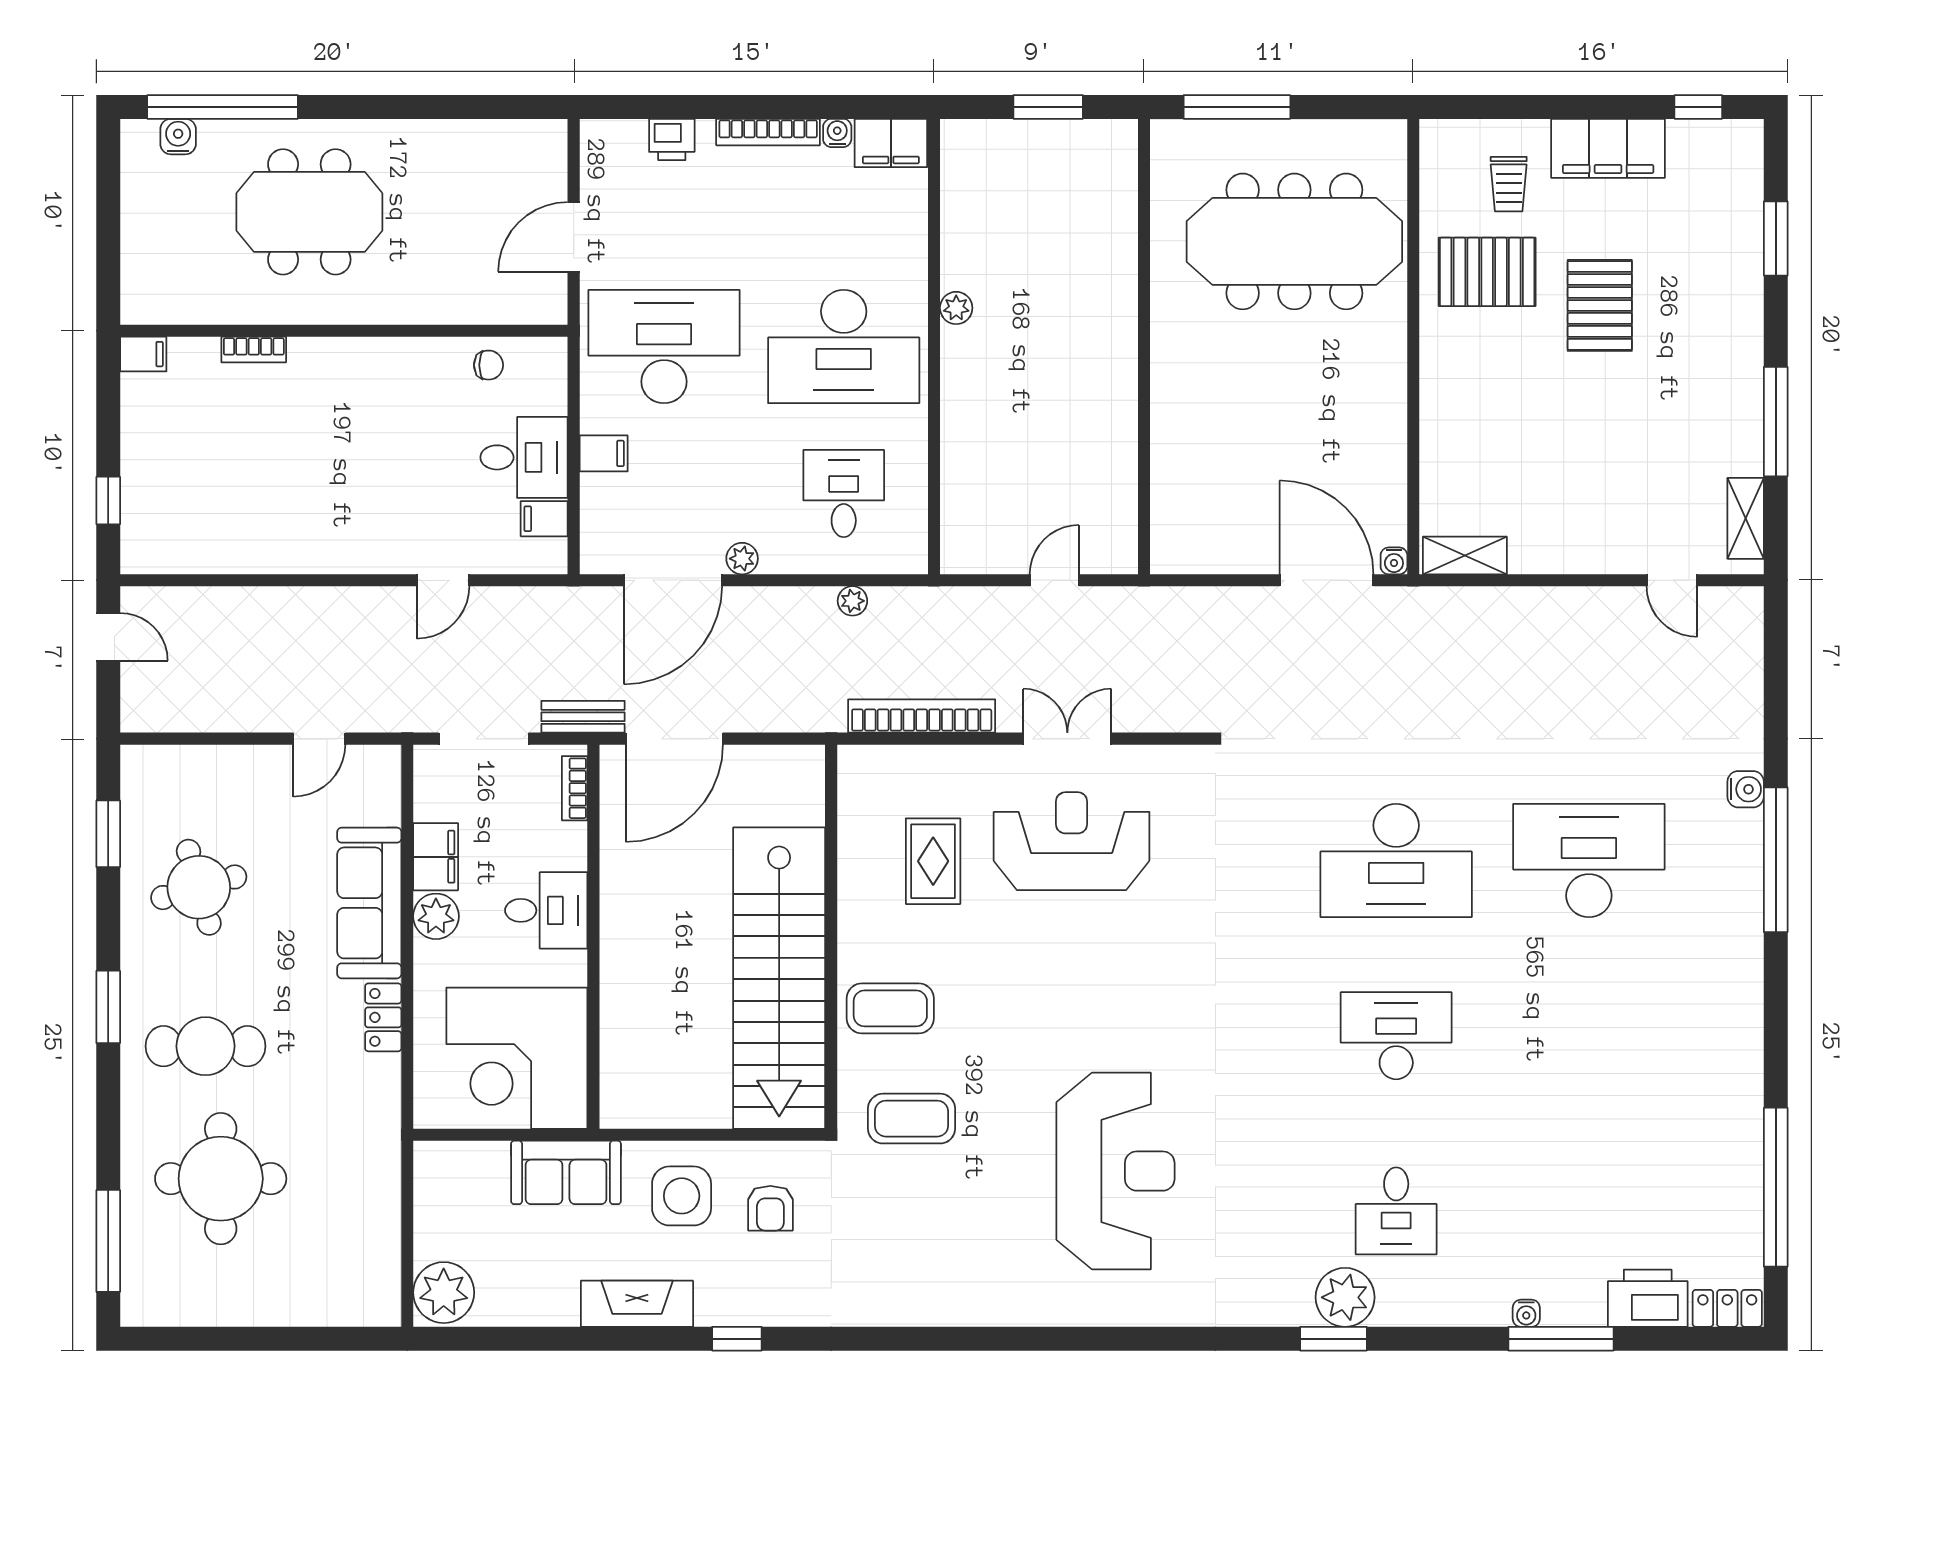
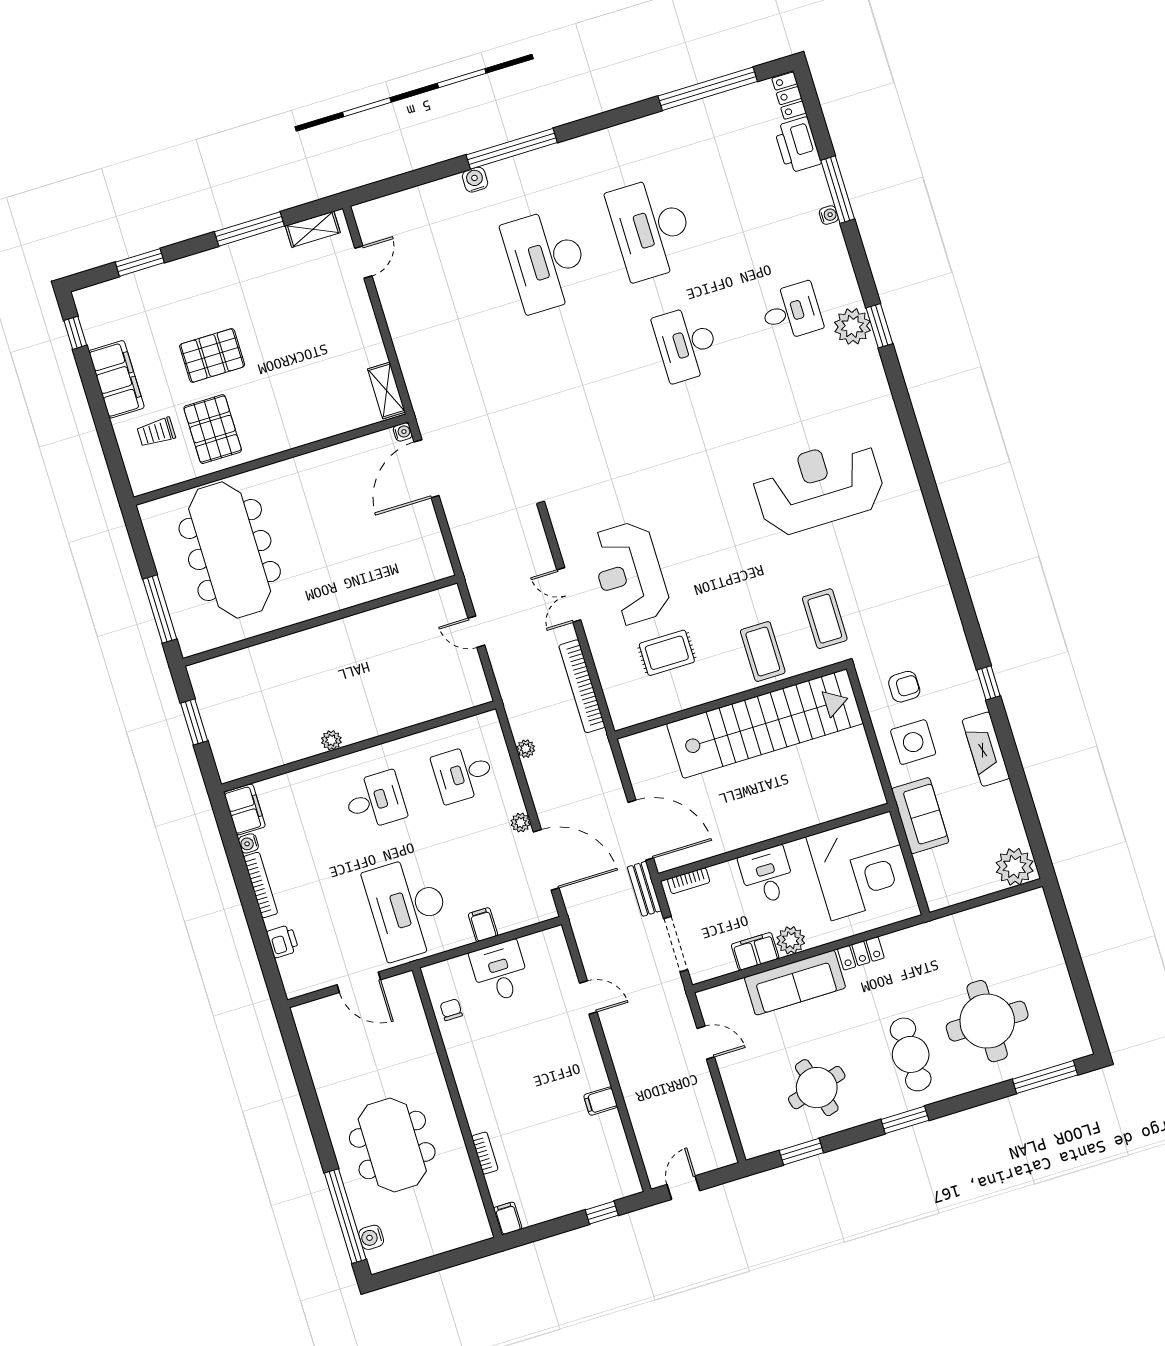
trolley: (1509, 184) -> (156, 432), turned 180
desk: (844, 347) -> (375, 801), width x0.53, depth x0.77
filing cabinet: (544, 519) -> (601, 1101), moved, turned 90
desk: (1396, 861) -> (651, 228), moved, turned 180

